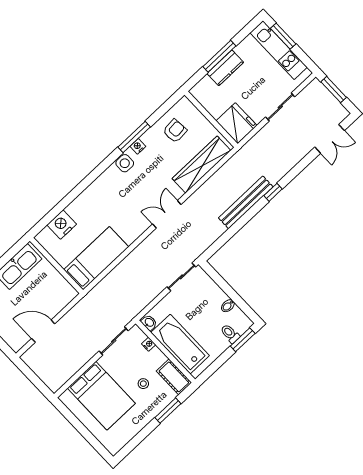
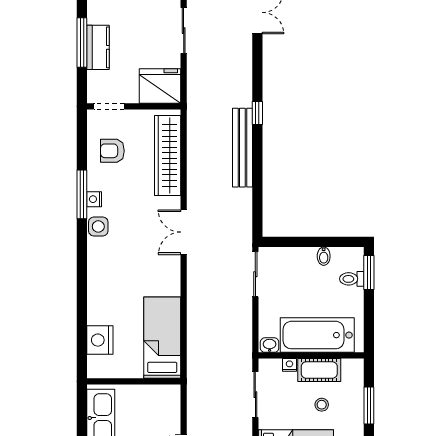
doorway: (198, 105) -> (109, 106), added
armchair: (175, 131) -> (112, 151), turned -85
cot: (174, 377) -> (319, 370), moved

